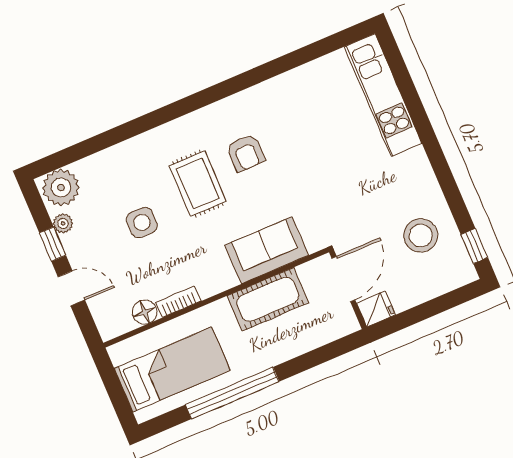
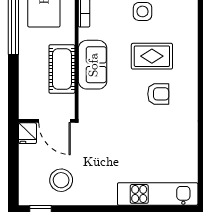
armchair: (246, 153) -> (158, 94), turned 180
sofa: (267, 250) -> (93, 65), moved

